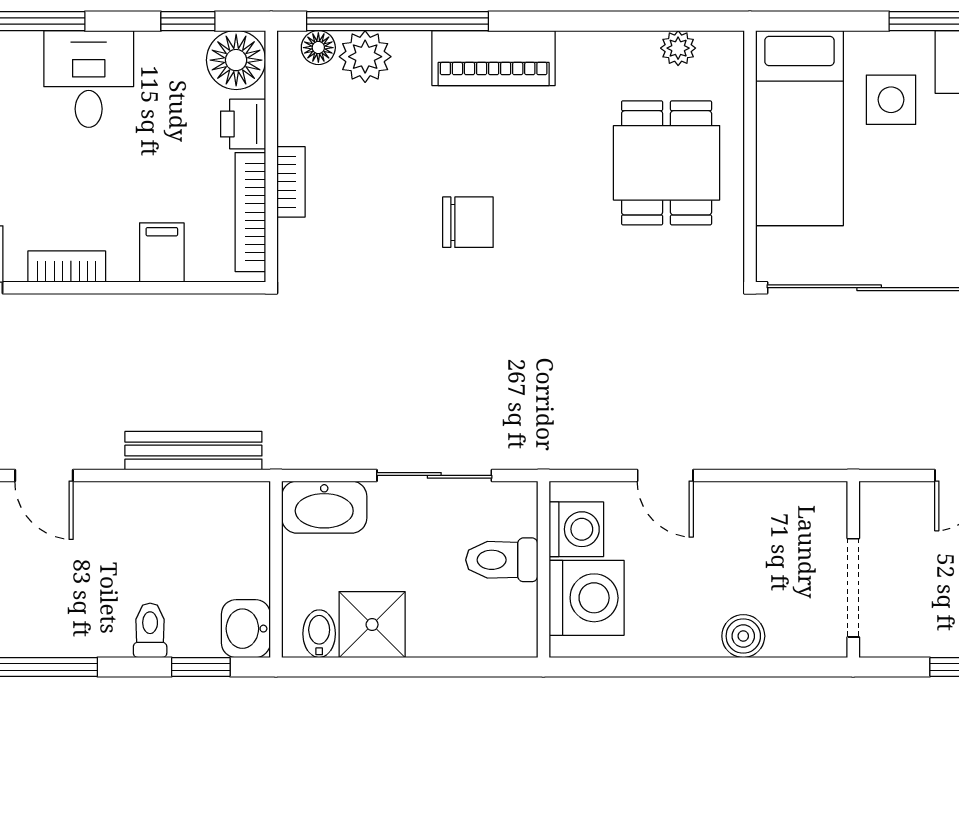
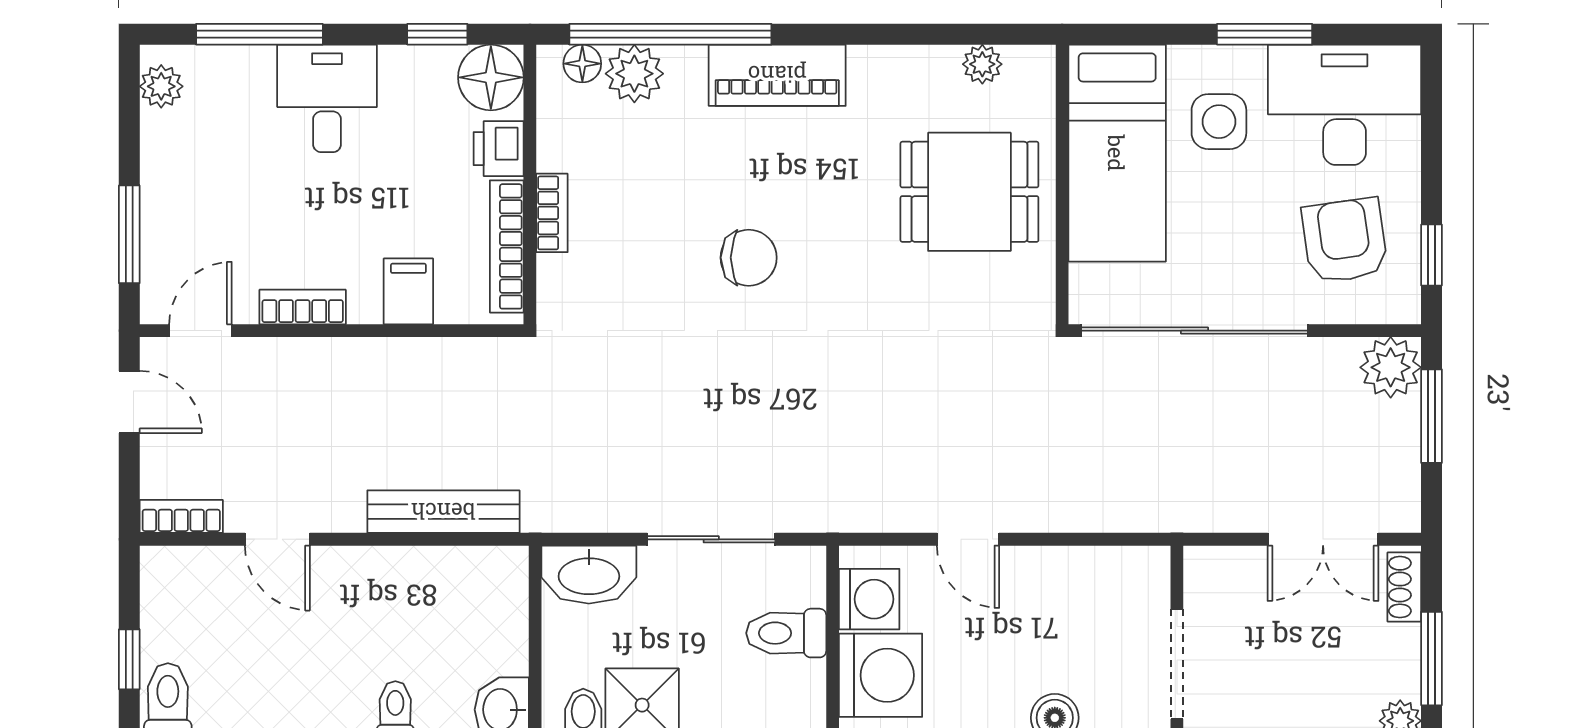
dining table: (667, 163) -> (969, 192), turned 90

